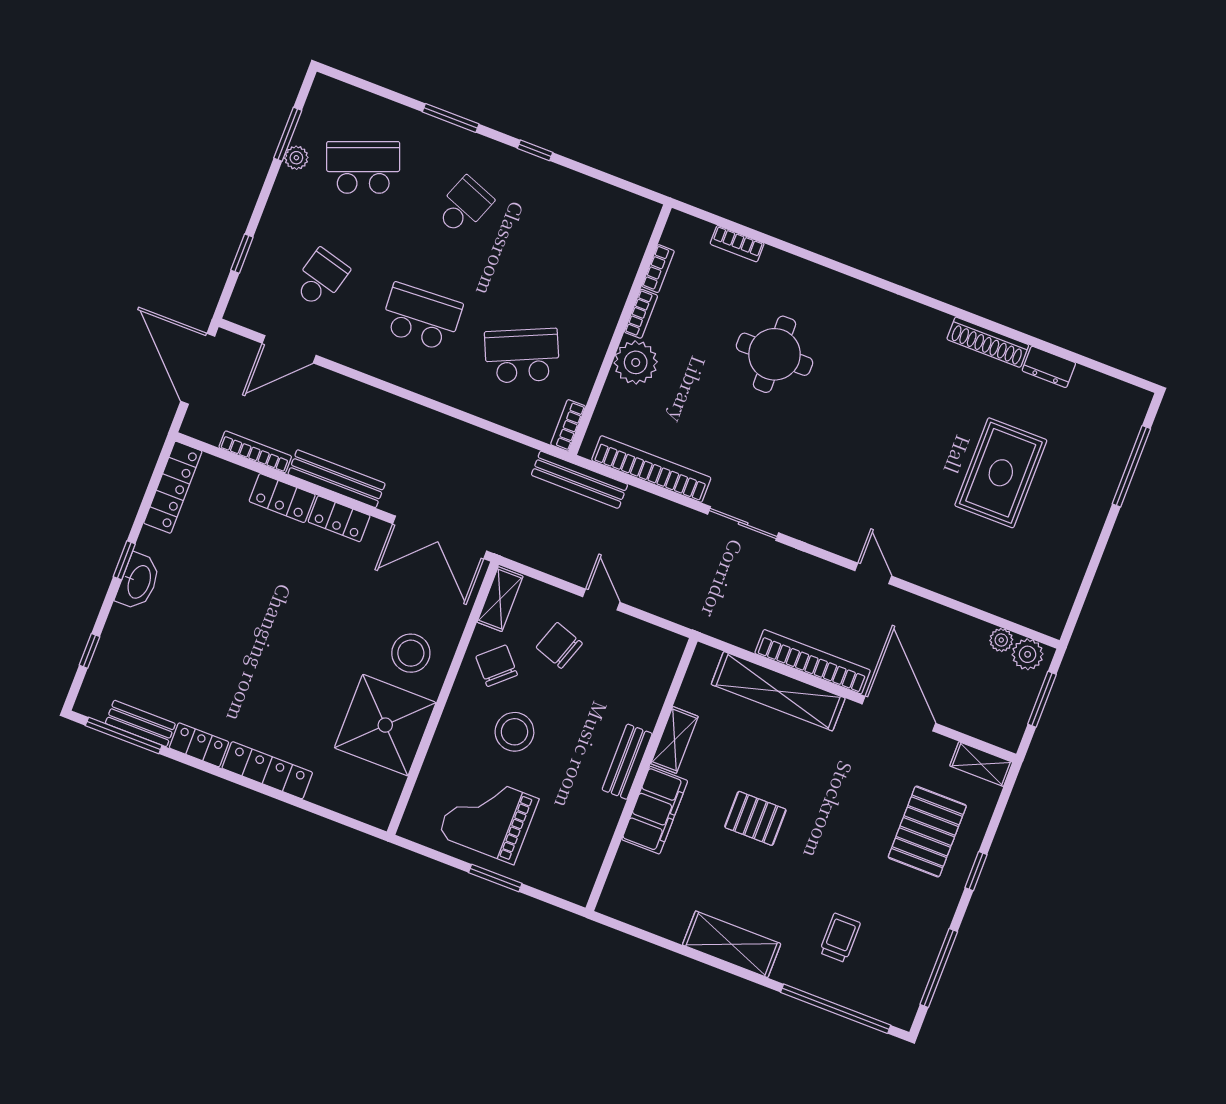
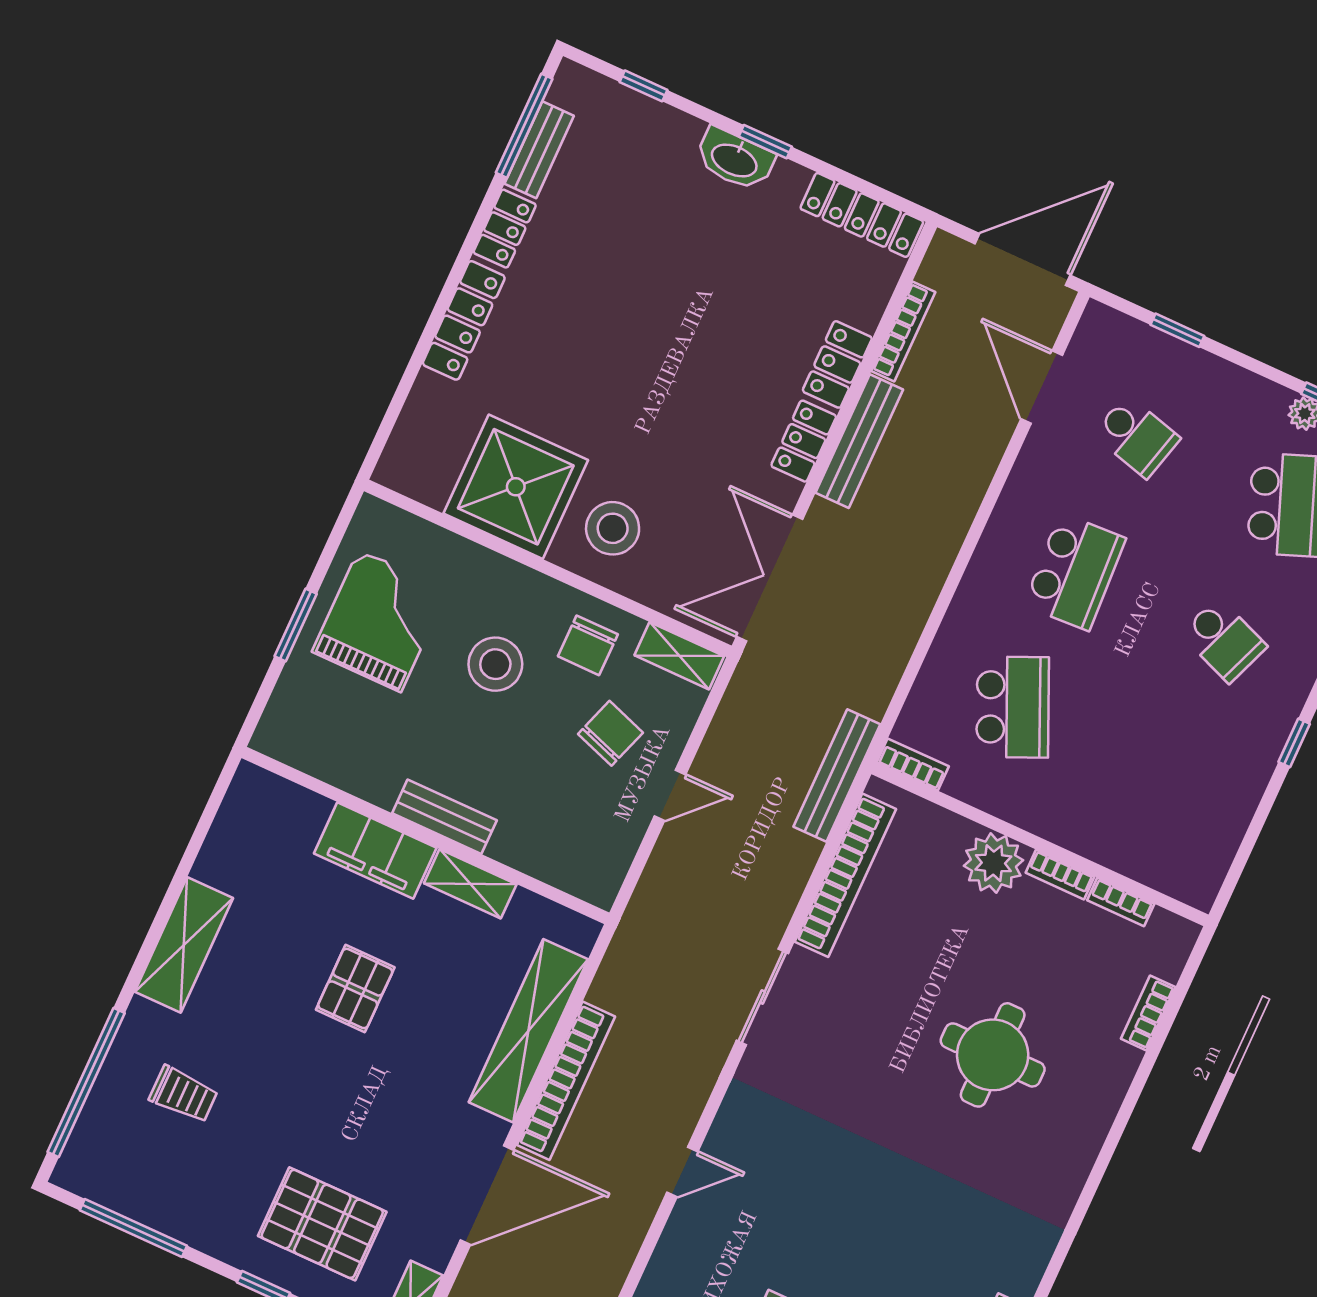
chair: (497, 666) -> (588, 645), turned 132

